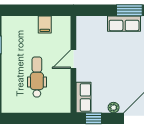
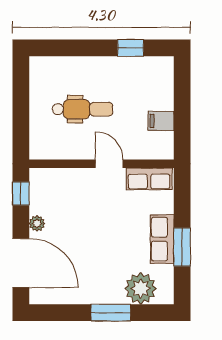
row of seats: (84, 97) -> (149, 179), moved

